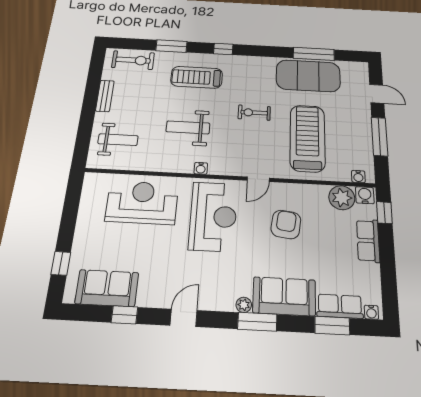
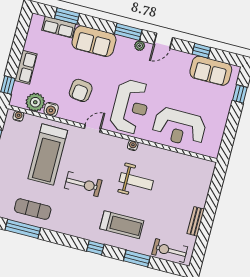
exercise mat: (308, 76) -> (33, 209), width x0.50, depth x0.69
exercise bike: (254, 113) -> (83, 184), width x1.38, depth x1.39
weight bench: (118, 140) -> (190, 181), removed
water cooler: (365, 195) -> (51, 109), moved
reception desk: (213, 216) -> (131, 107), turned 180
plant: (244, 305) -> (140, 46), moved
water cooler: (371, 312) -> (39, 19), removed
window: (257, 322) -> (128, 32), moved

